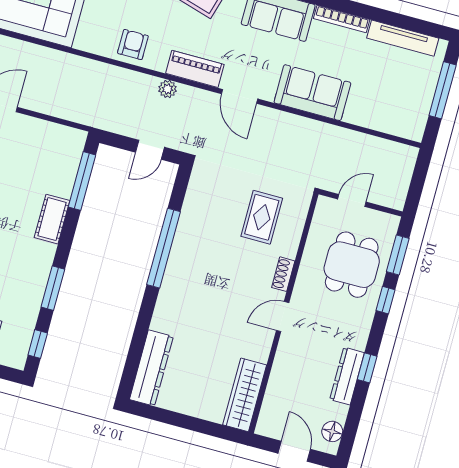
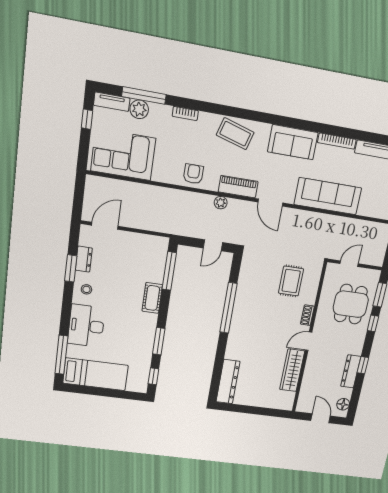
sofa: (312, 93) -> (328, 196), width x1.36
wardrobe: (245, 395) -> (292, 370), moved

